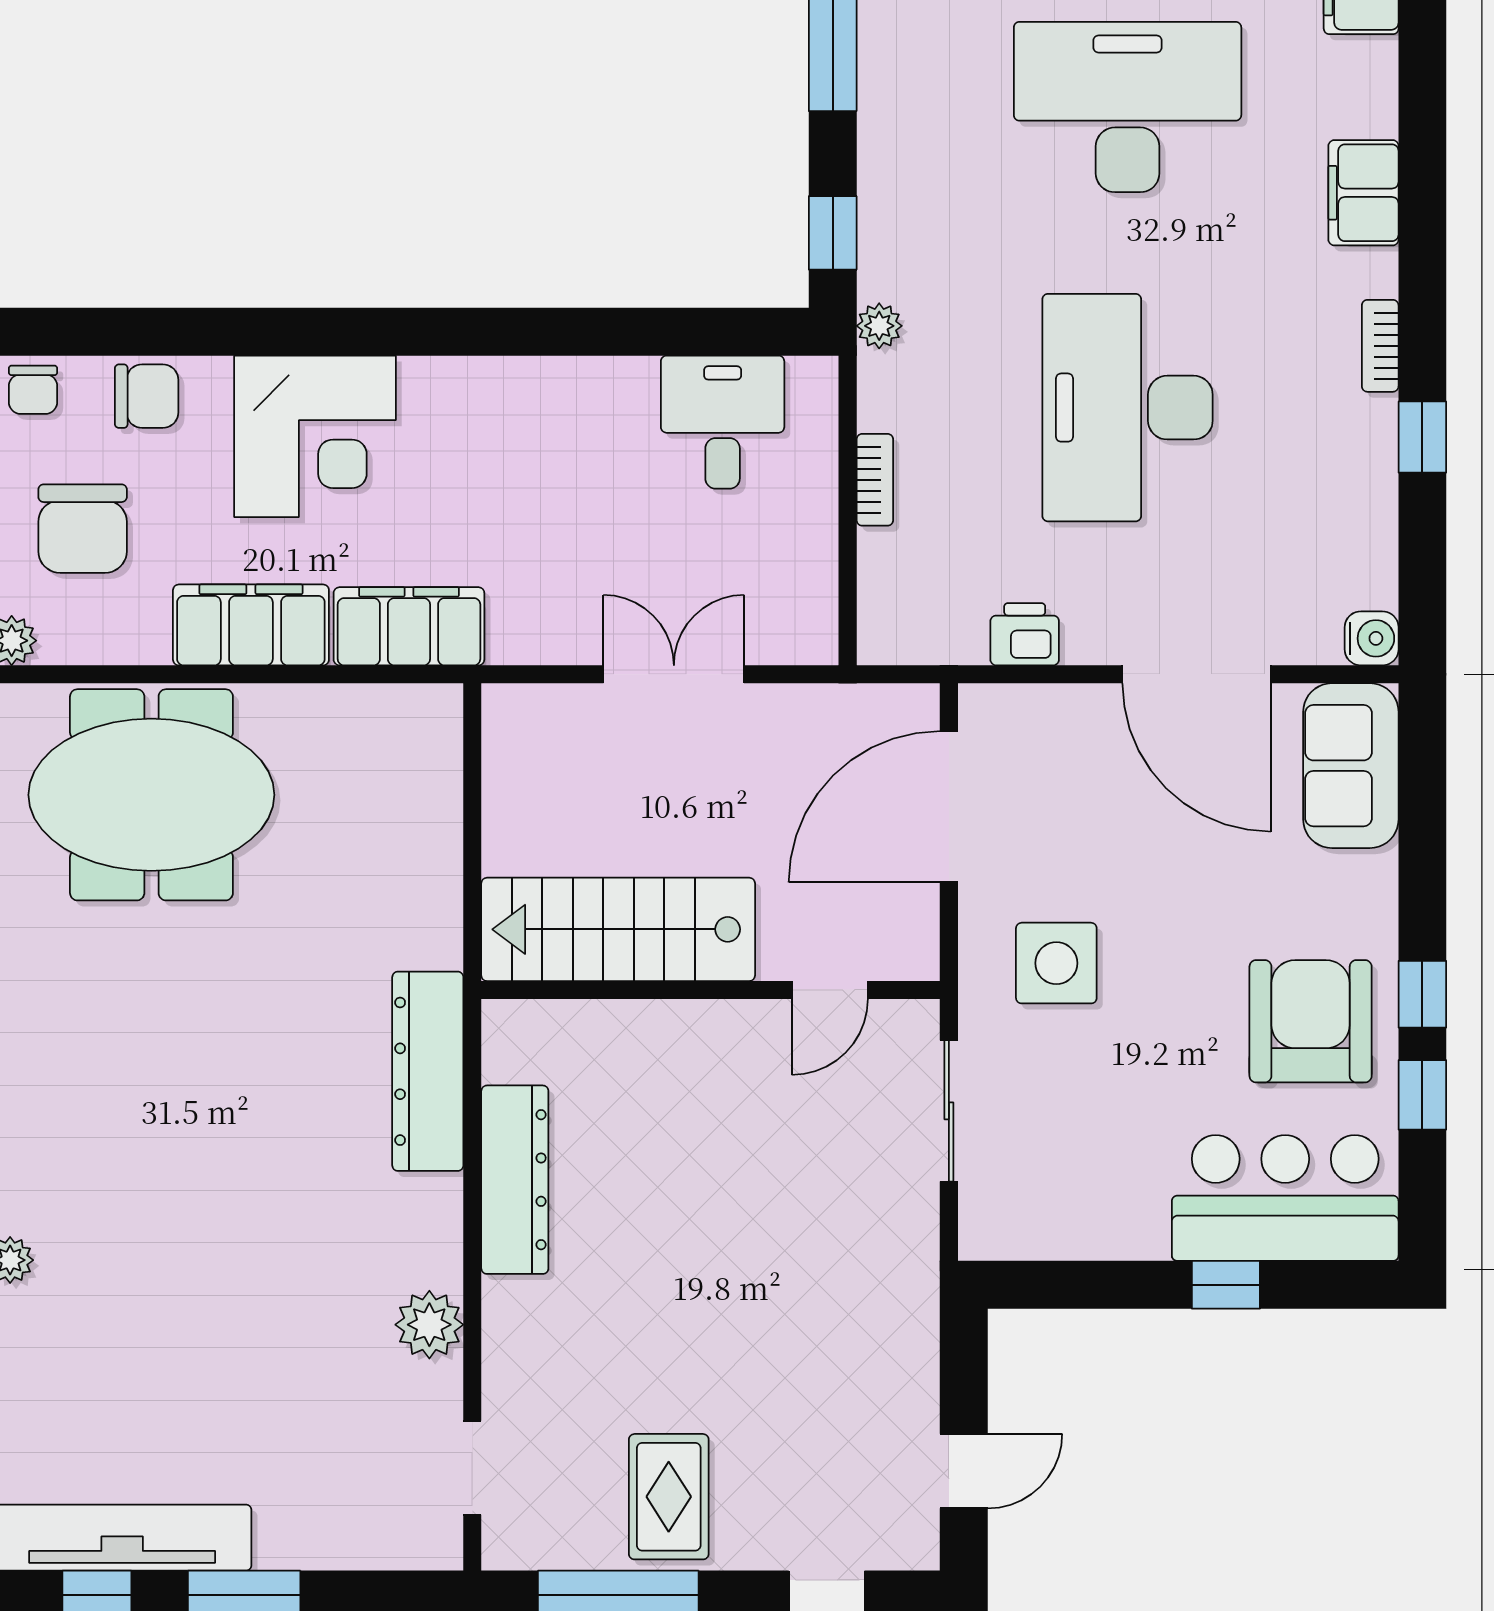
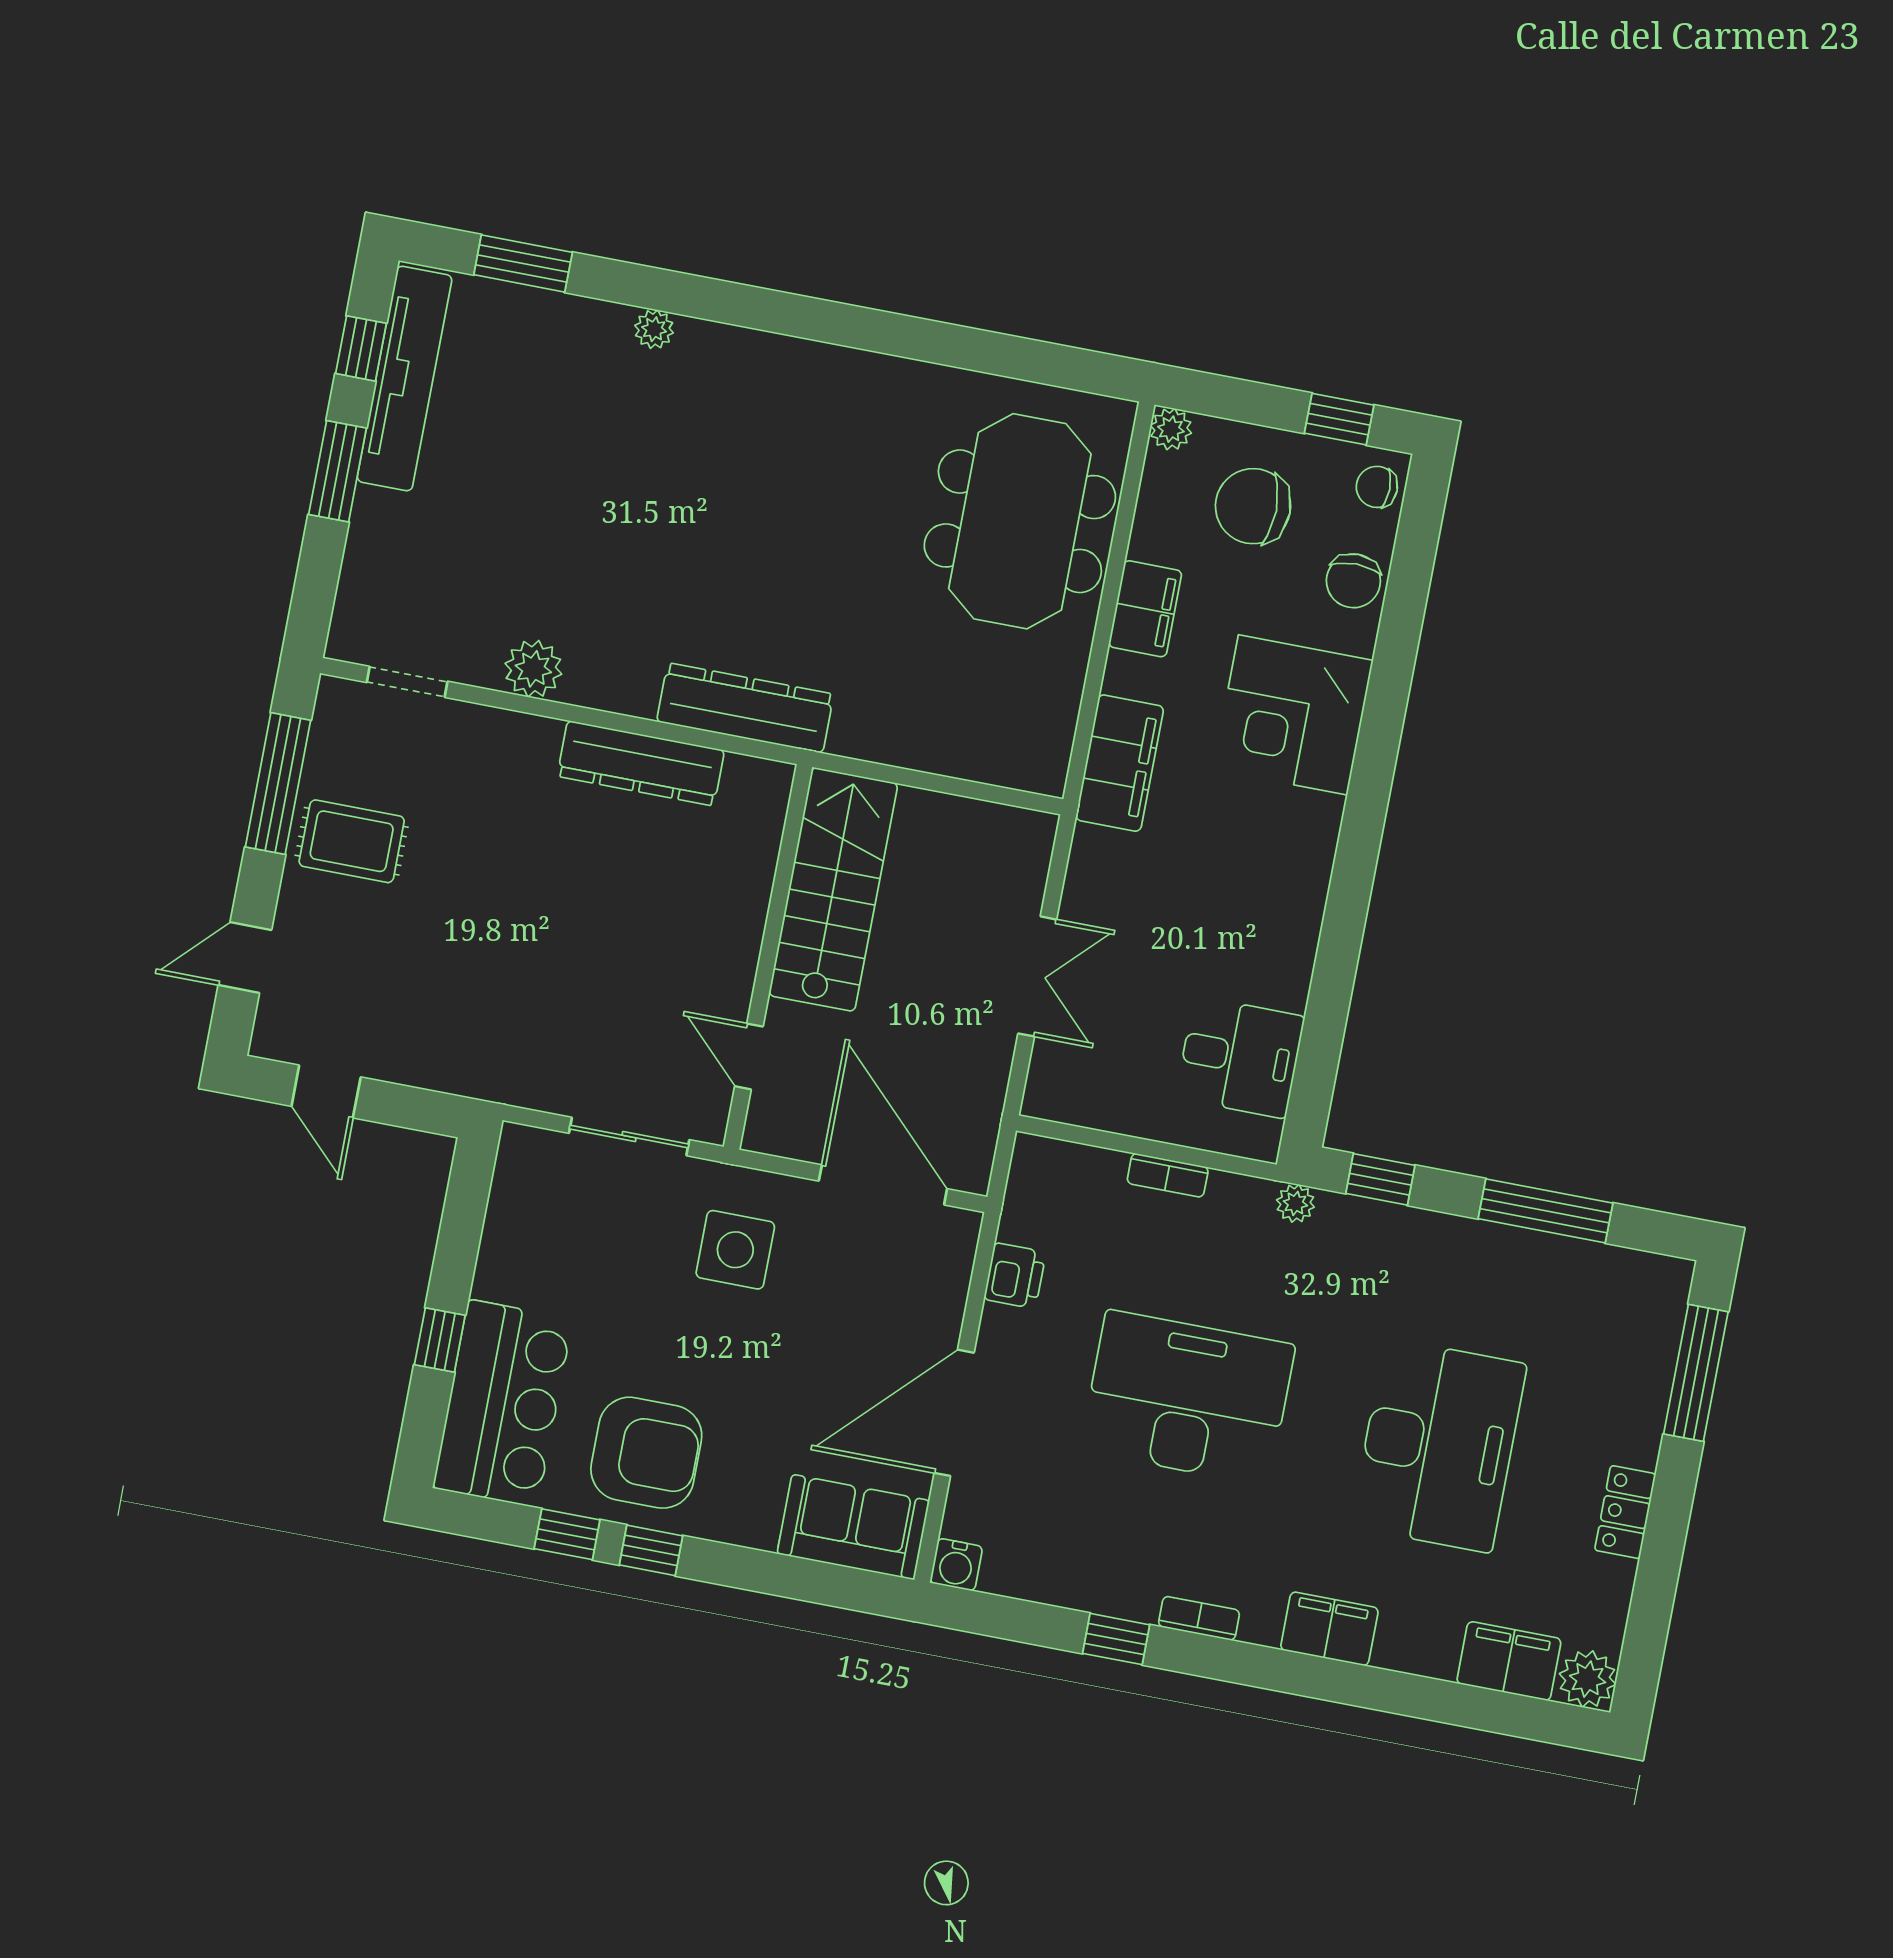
filing cabinet: (251, 625) -> (1145, 609), width x0.67, depth x0.86

